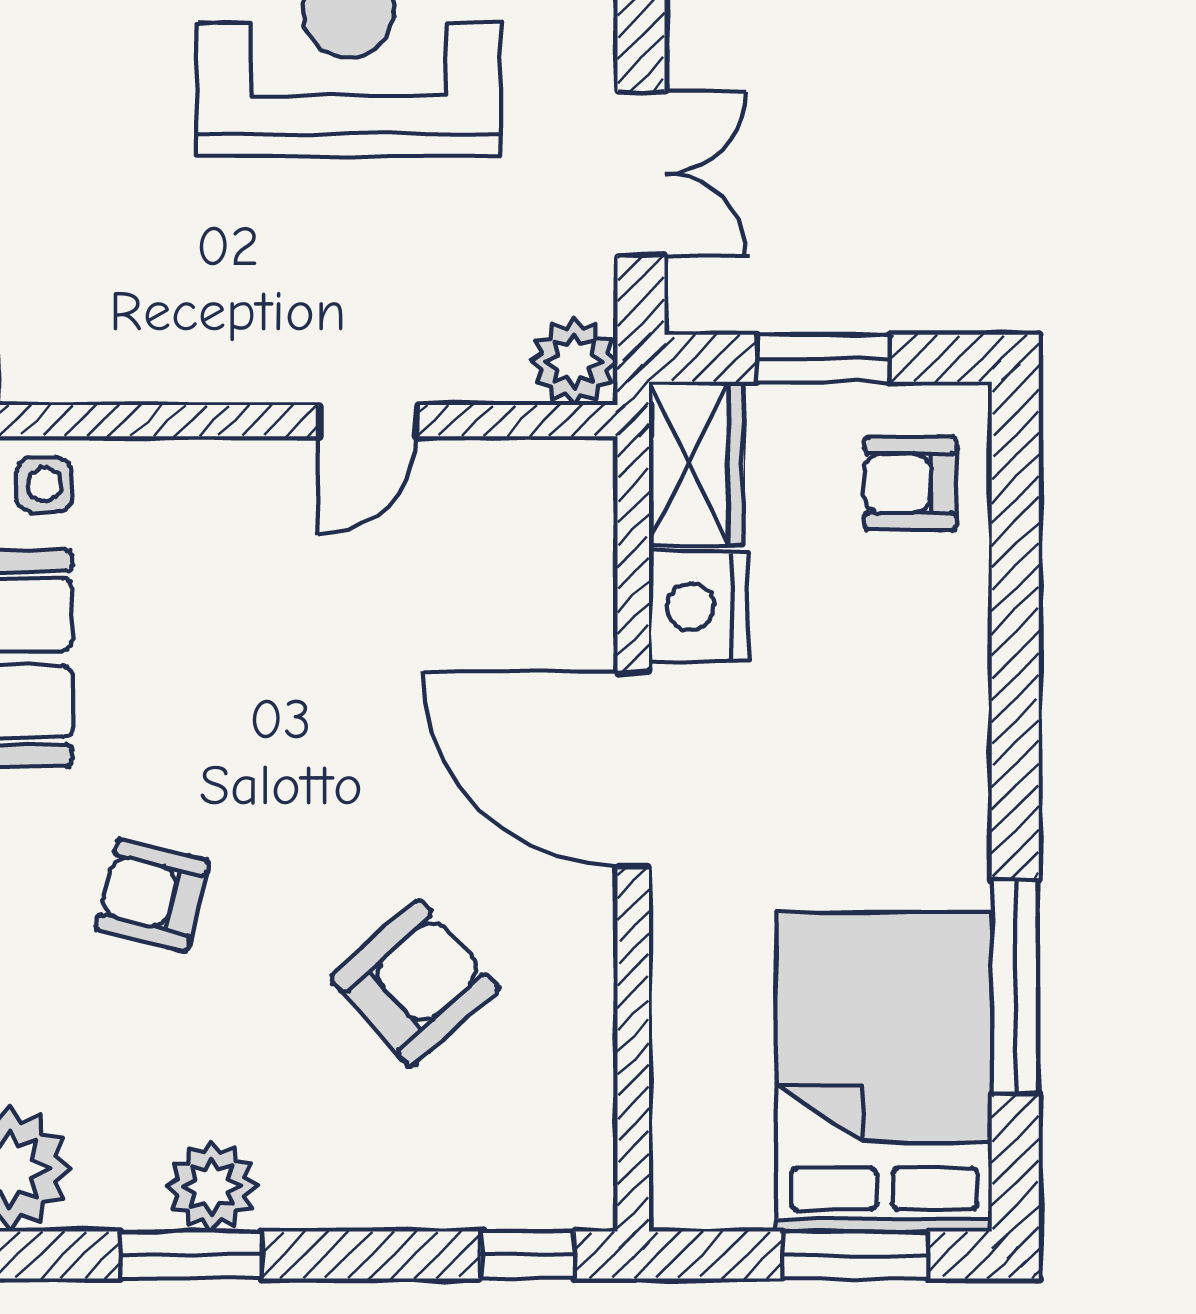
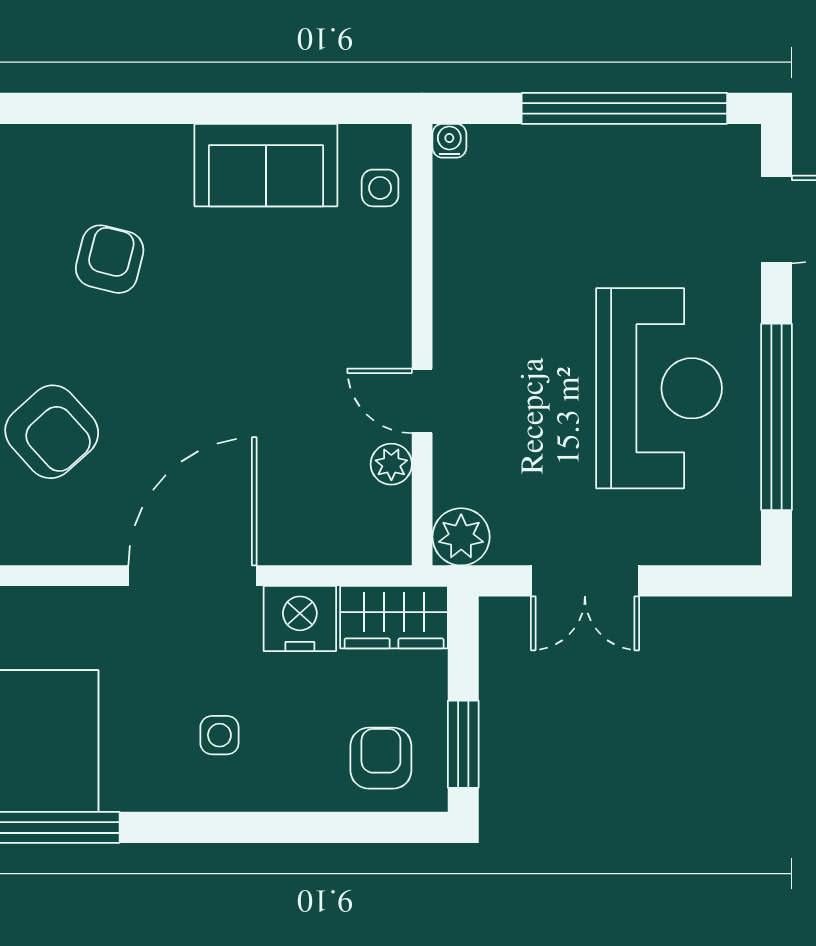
window: (823, 358) -> (463, 744), moved
plant: (464, 467) -> (391, 464), added
side table: (875, 728) -> (219, 735), added

